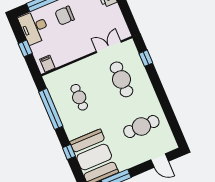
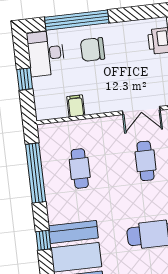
double door: (109, 47) -> (141, 111), swing flipped
filing cabinet: (47, 64) -> (76, 106), moved
cafe table: (121, 79) -> (146, 161), width x0.73, depth x0.74

